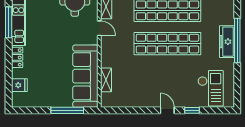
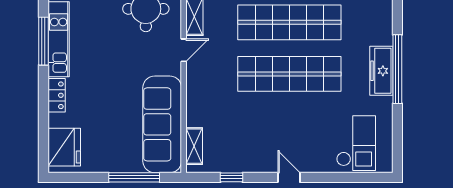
door: (99, 28) -> (184, 50), hinge flipped
shelving: (106, 80) -> (194, 146), moved
fridge: (19, 85) -> (64, 147), width x1.88, depth x1.34
window: (192, 110) -> (232, 177), moved

